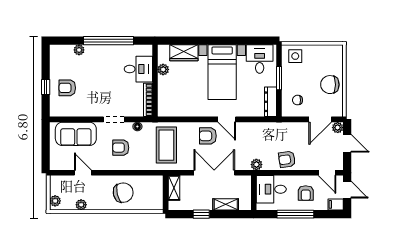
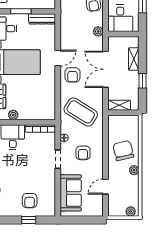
coffee table: (166, 145) -> (81, 112), turned 32
plant: (81, 205) -> (134, 170), moved

